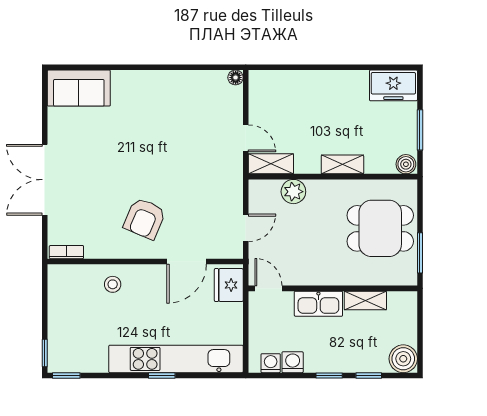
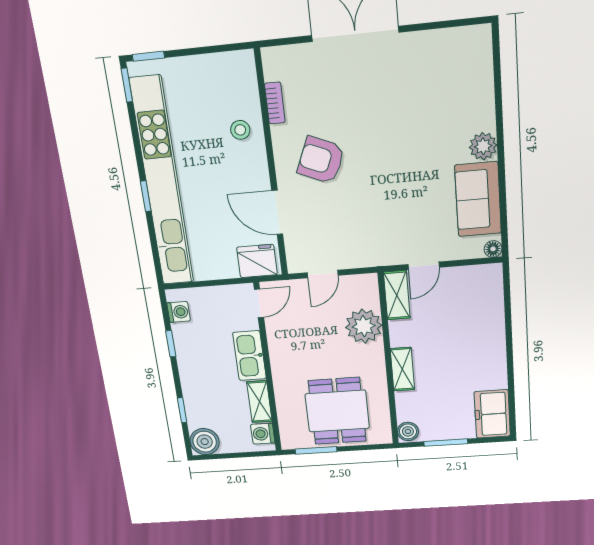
plant: (146, 82) -> (483, 146), added
sofa: (79, 88) -> (478, 199), moved
plant: (293, 192) -> (364, 326), width x1.36, depth x1.36
door: (246, 228) -> (323, 274), hinge flipped
bookcase: (66, 252) -> (275, 103), moved
kitchen unit: (176, 359) -> (162, 183), width x1.36
washing machine: (293, 362) -> (263, 434), moved, turned 180
window: (329, 375) -> (171, 344), moved

